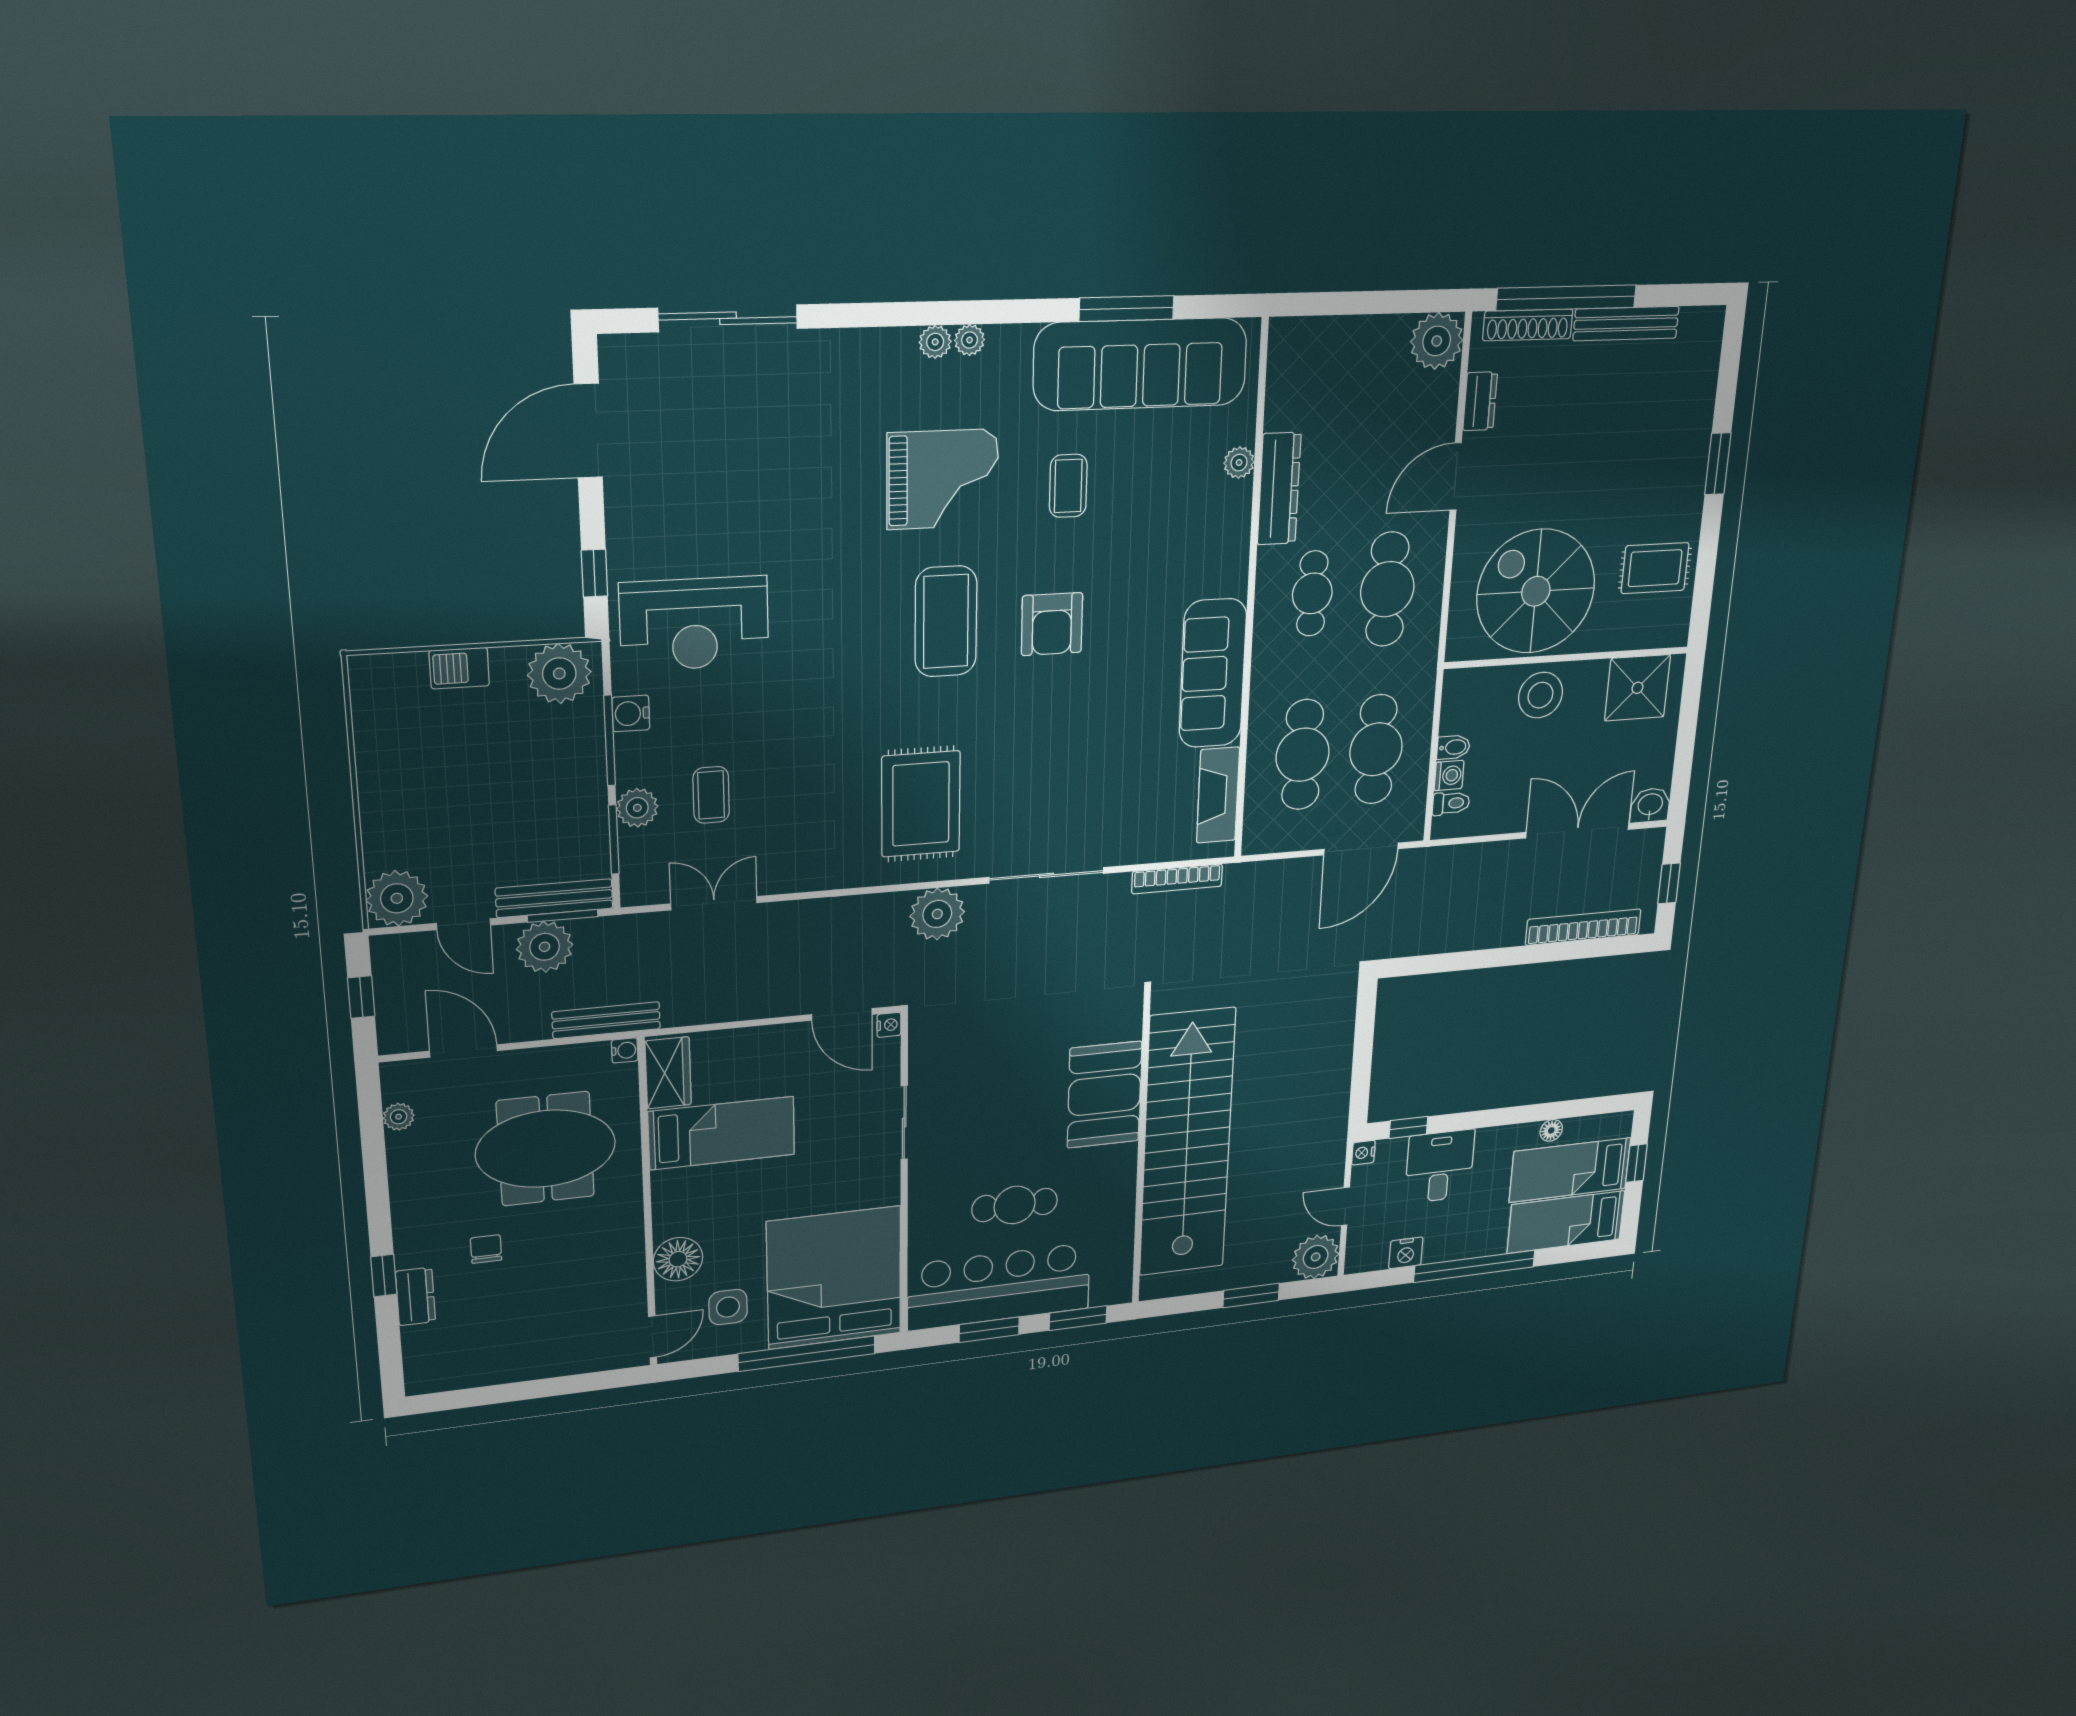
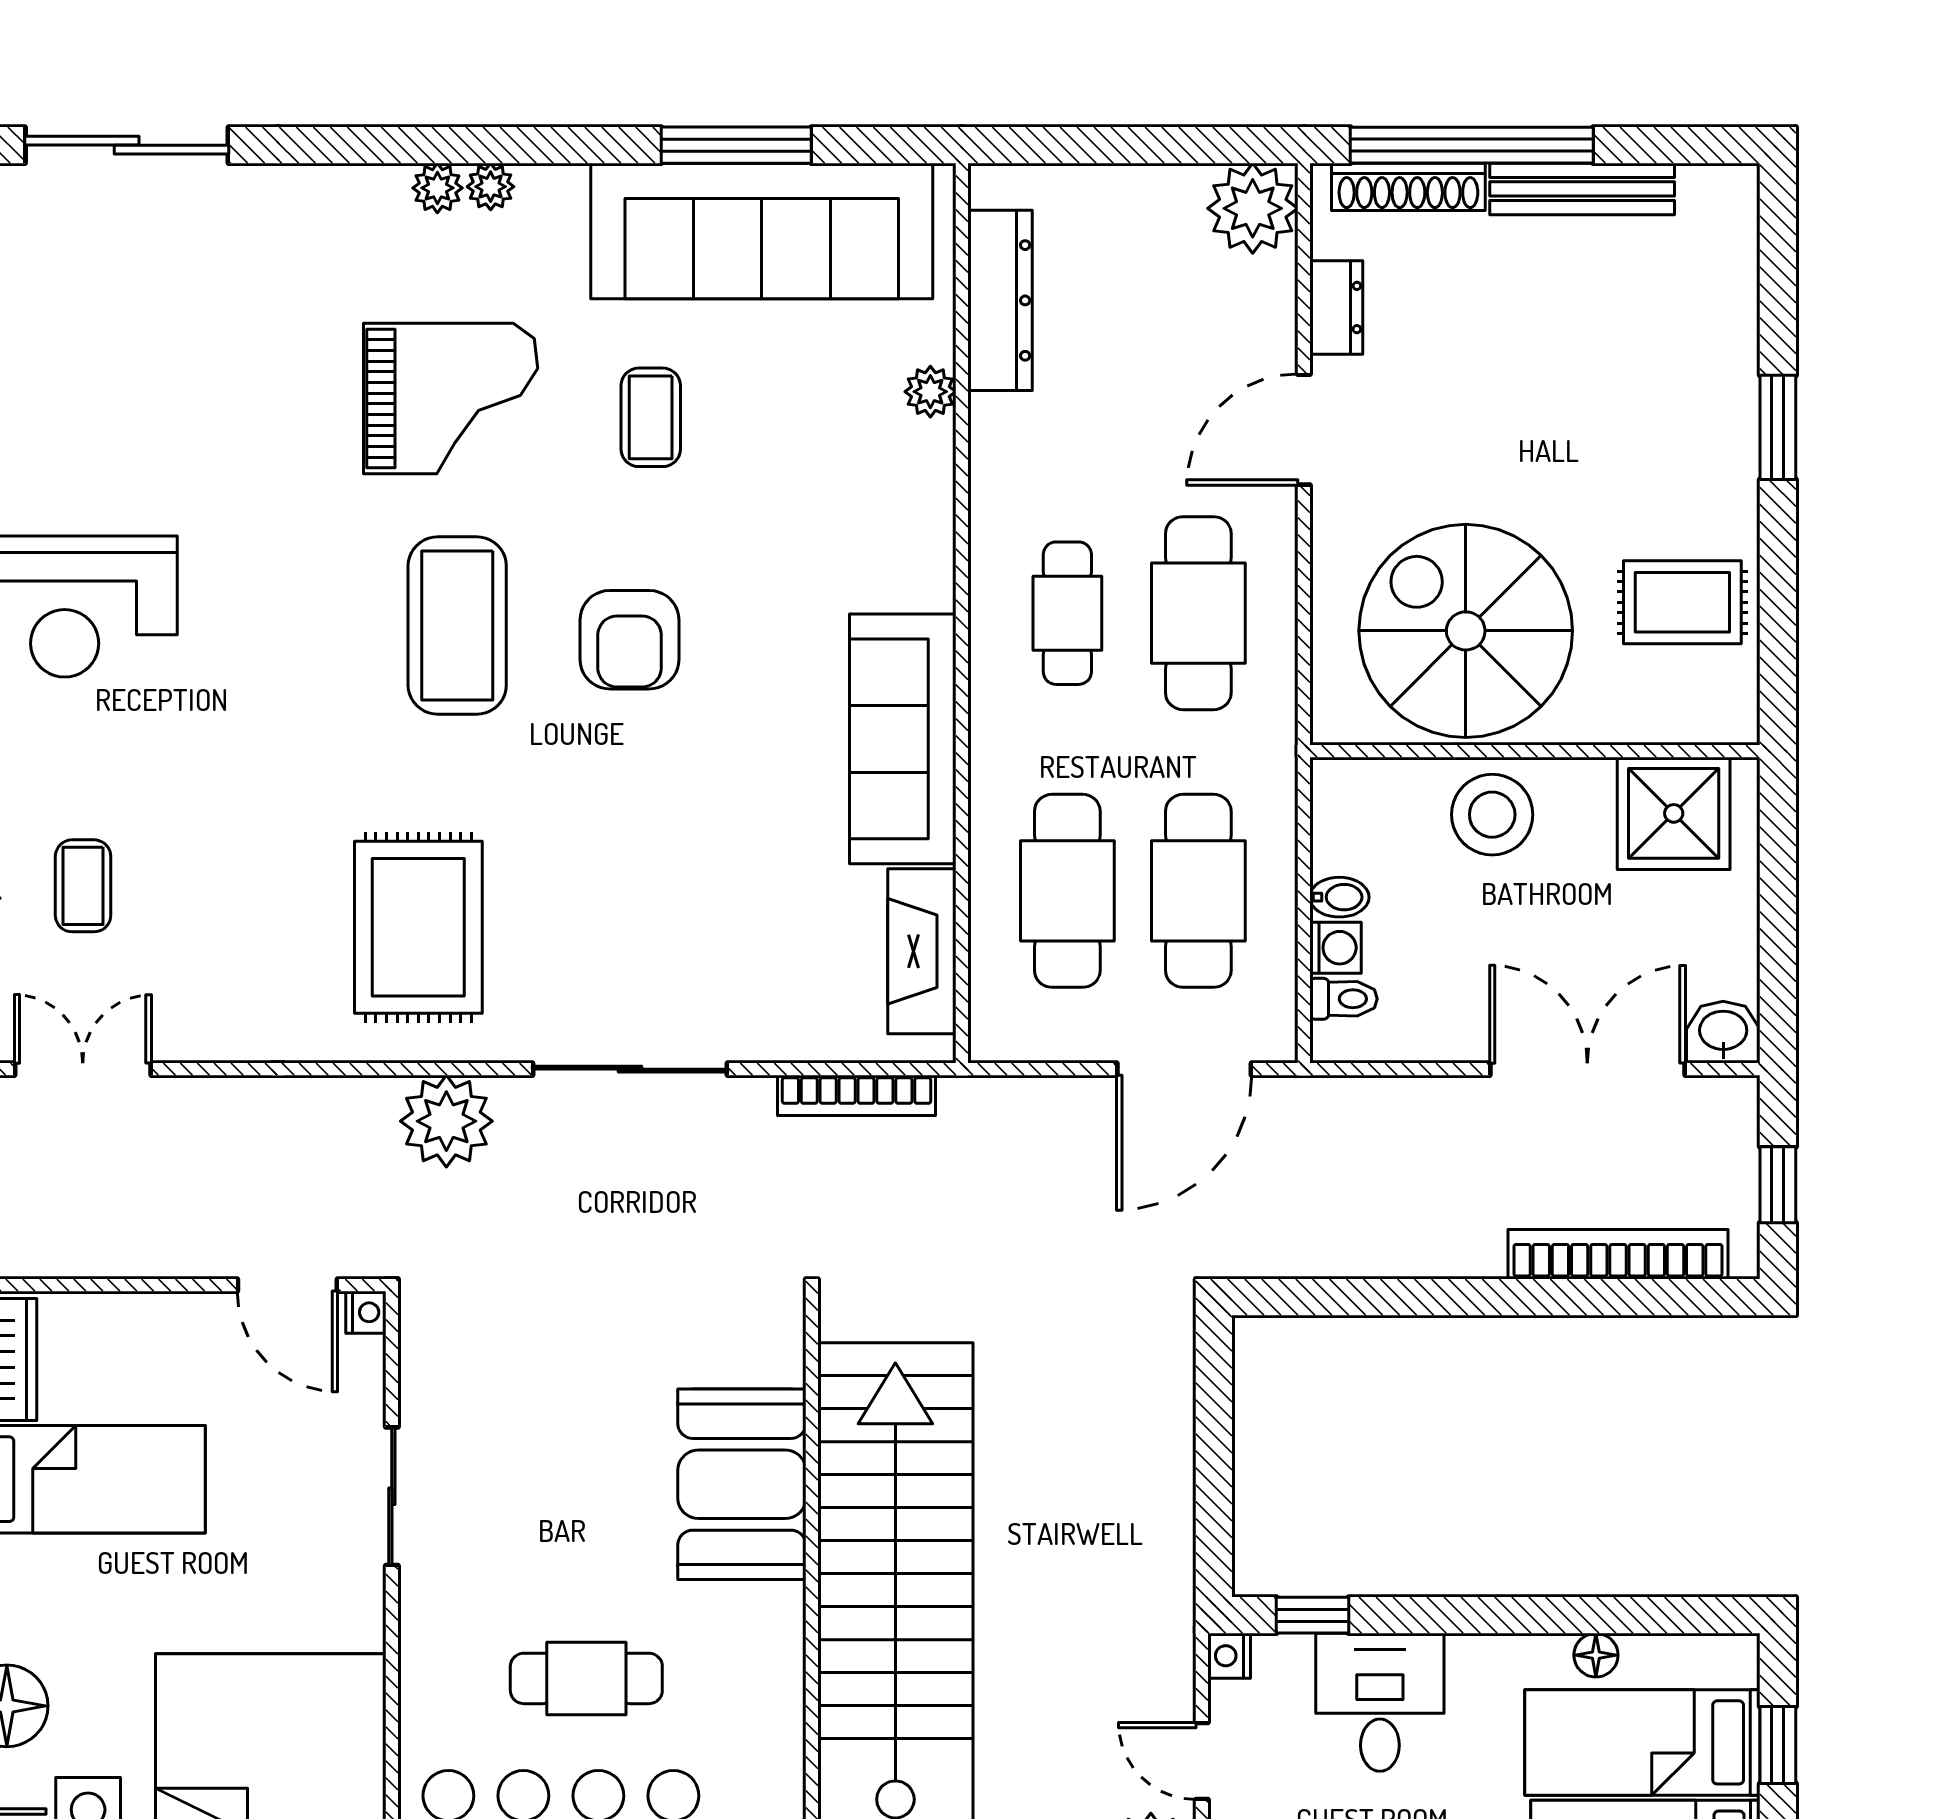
dresser: (1279, 489) -> (1000, 300), moved

